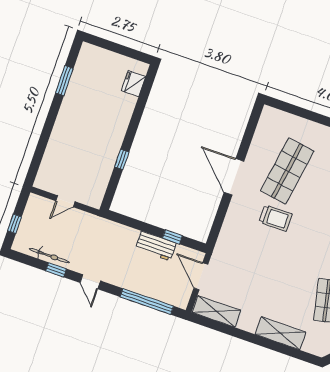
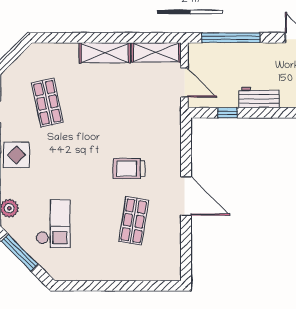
shop shelf: (287, 171) -> (134, 221), width x0.70, depth x0.74
workbench: (156, 246) -> (259, 98), moved
shelving: (281, 333) -> (105, 53), moved

